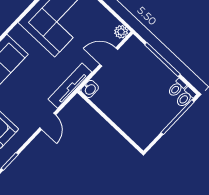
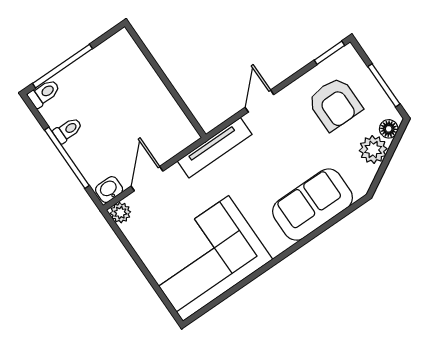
door: (109, 57) -> (147, 179), swing flipped
toilet: (177, 88) -> (68, 130), moved
washbasin: (90, 89) -> (109, 190), moved

